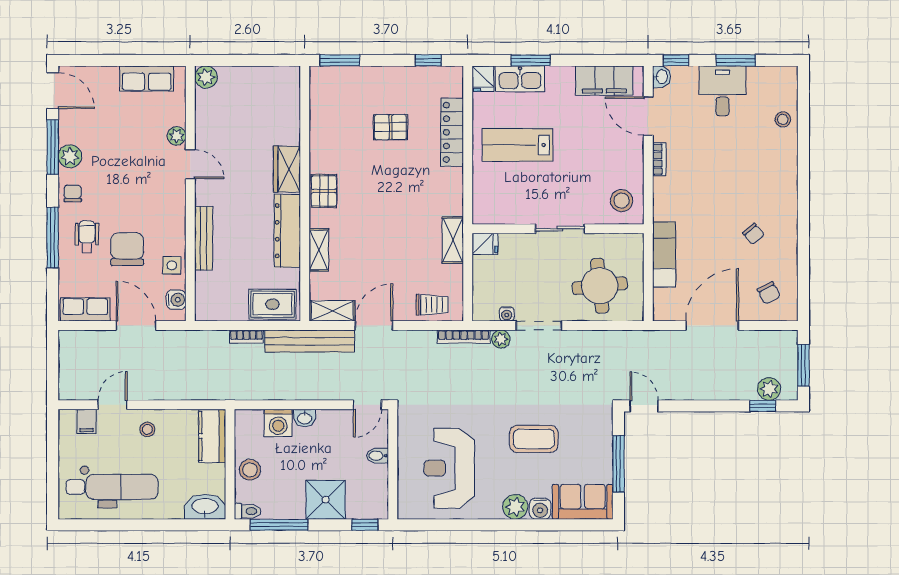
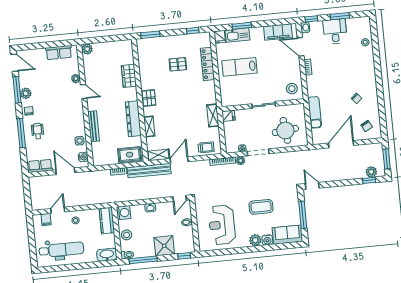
wardrobe: (287, 169) -> (129, 76), moved
chair: (127, 249) -> (57, 135), removed
washing machine: (278, 423) -> (124, 213), moved, turned -90

